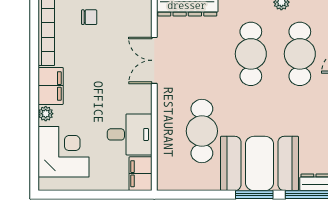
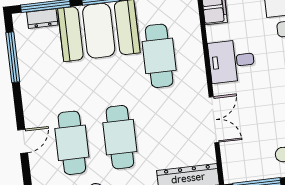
desk: (130, 134) -> (232, 61), moved

